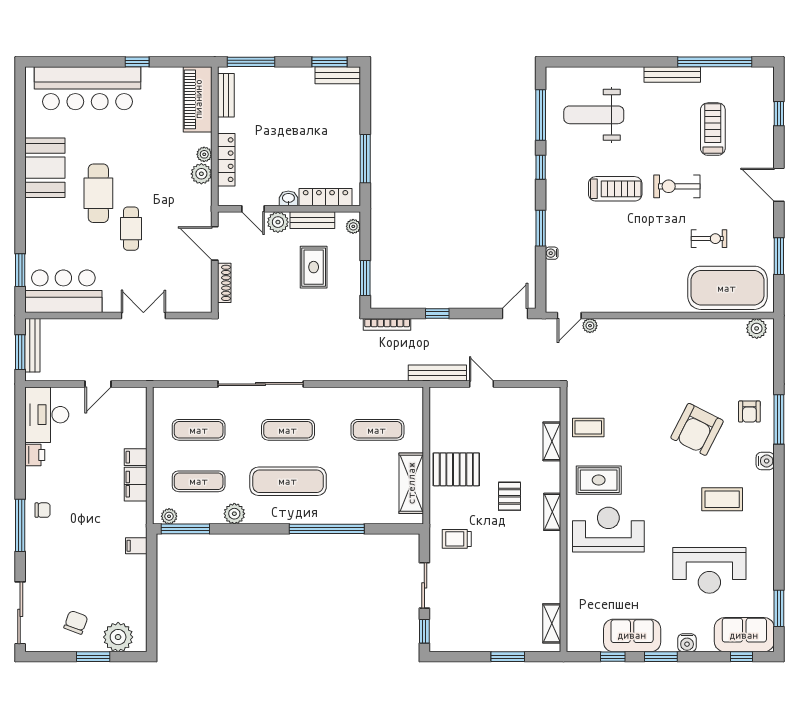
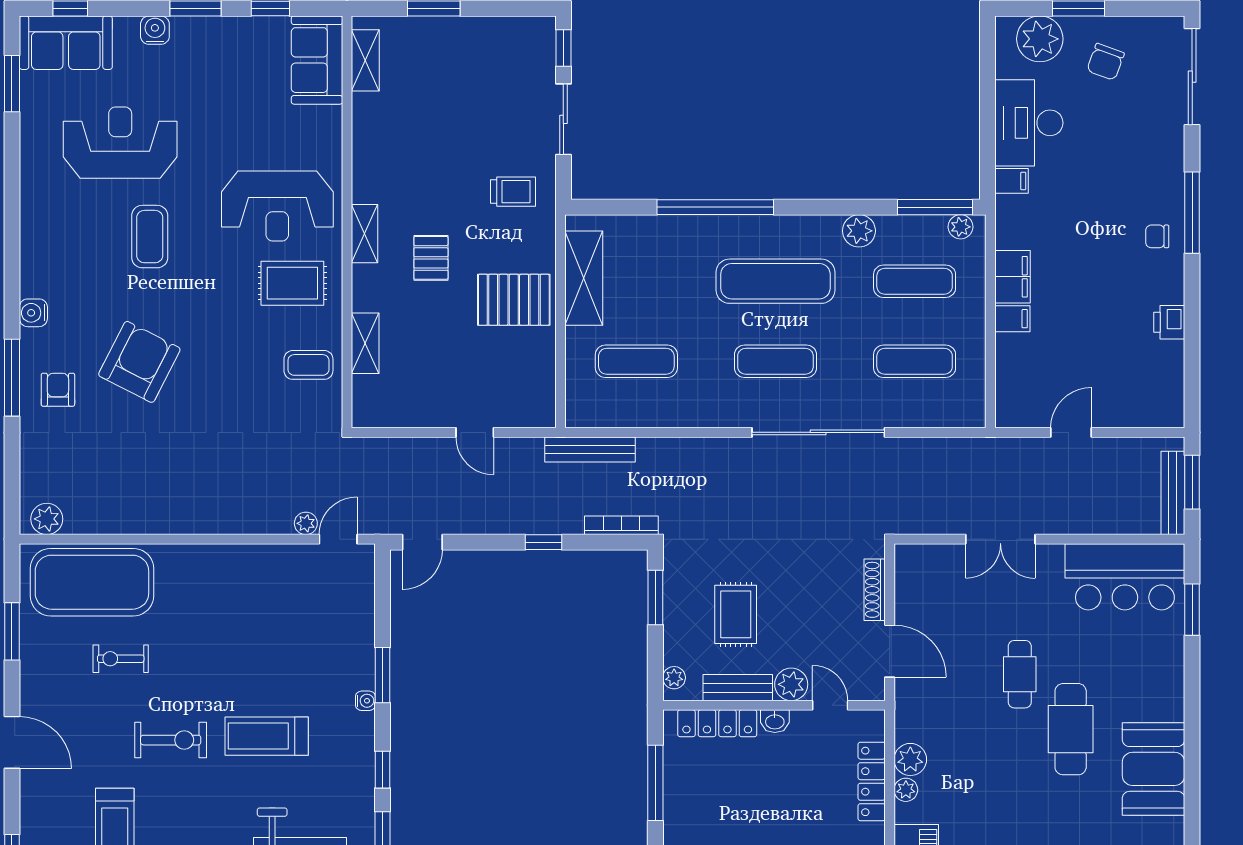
water cooler: (552, 253) -> (365, 701), moved
bench: (437, 373) -> (590, 450), moved
desk: (47, 415) -> (1029, 123), moved, turned 180
coffee table: (722, 499) -> (150, 237), moved, turned 90
sofa: (632, 635) -> (317, 60), moved, turned 90

